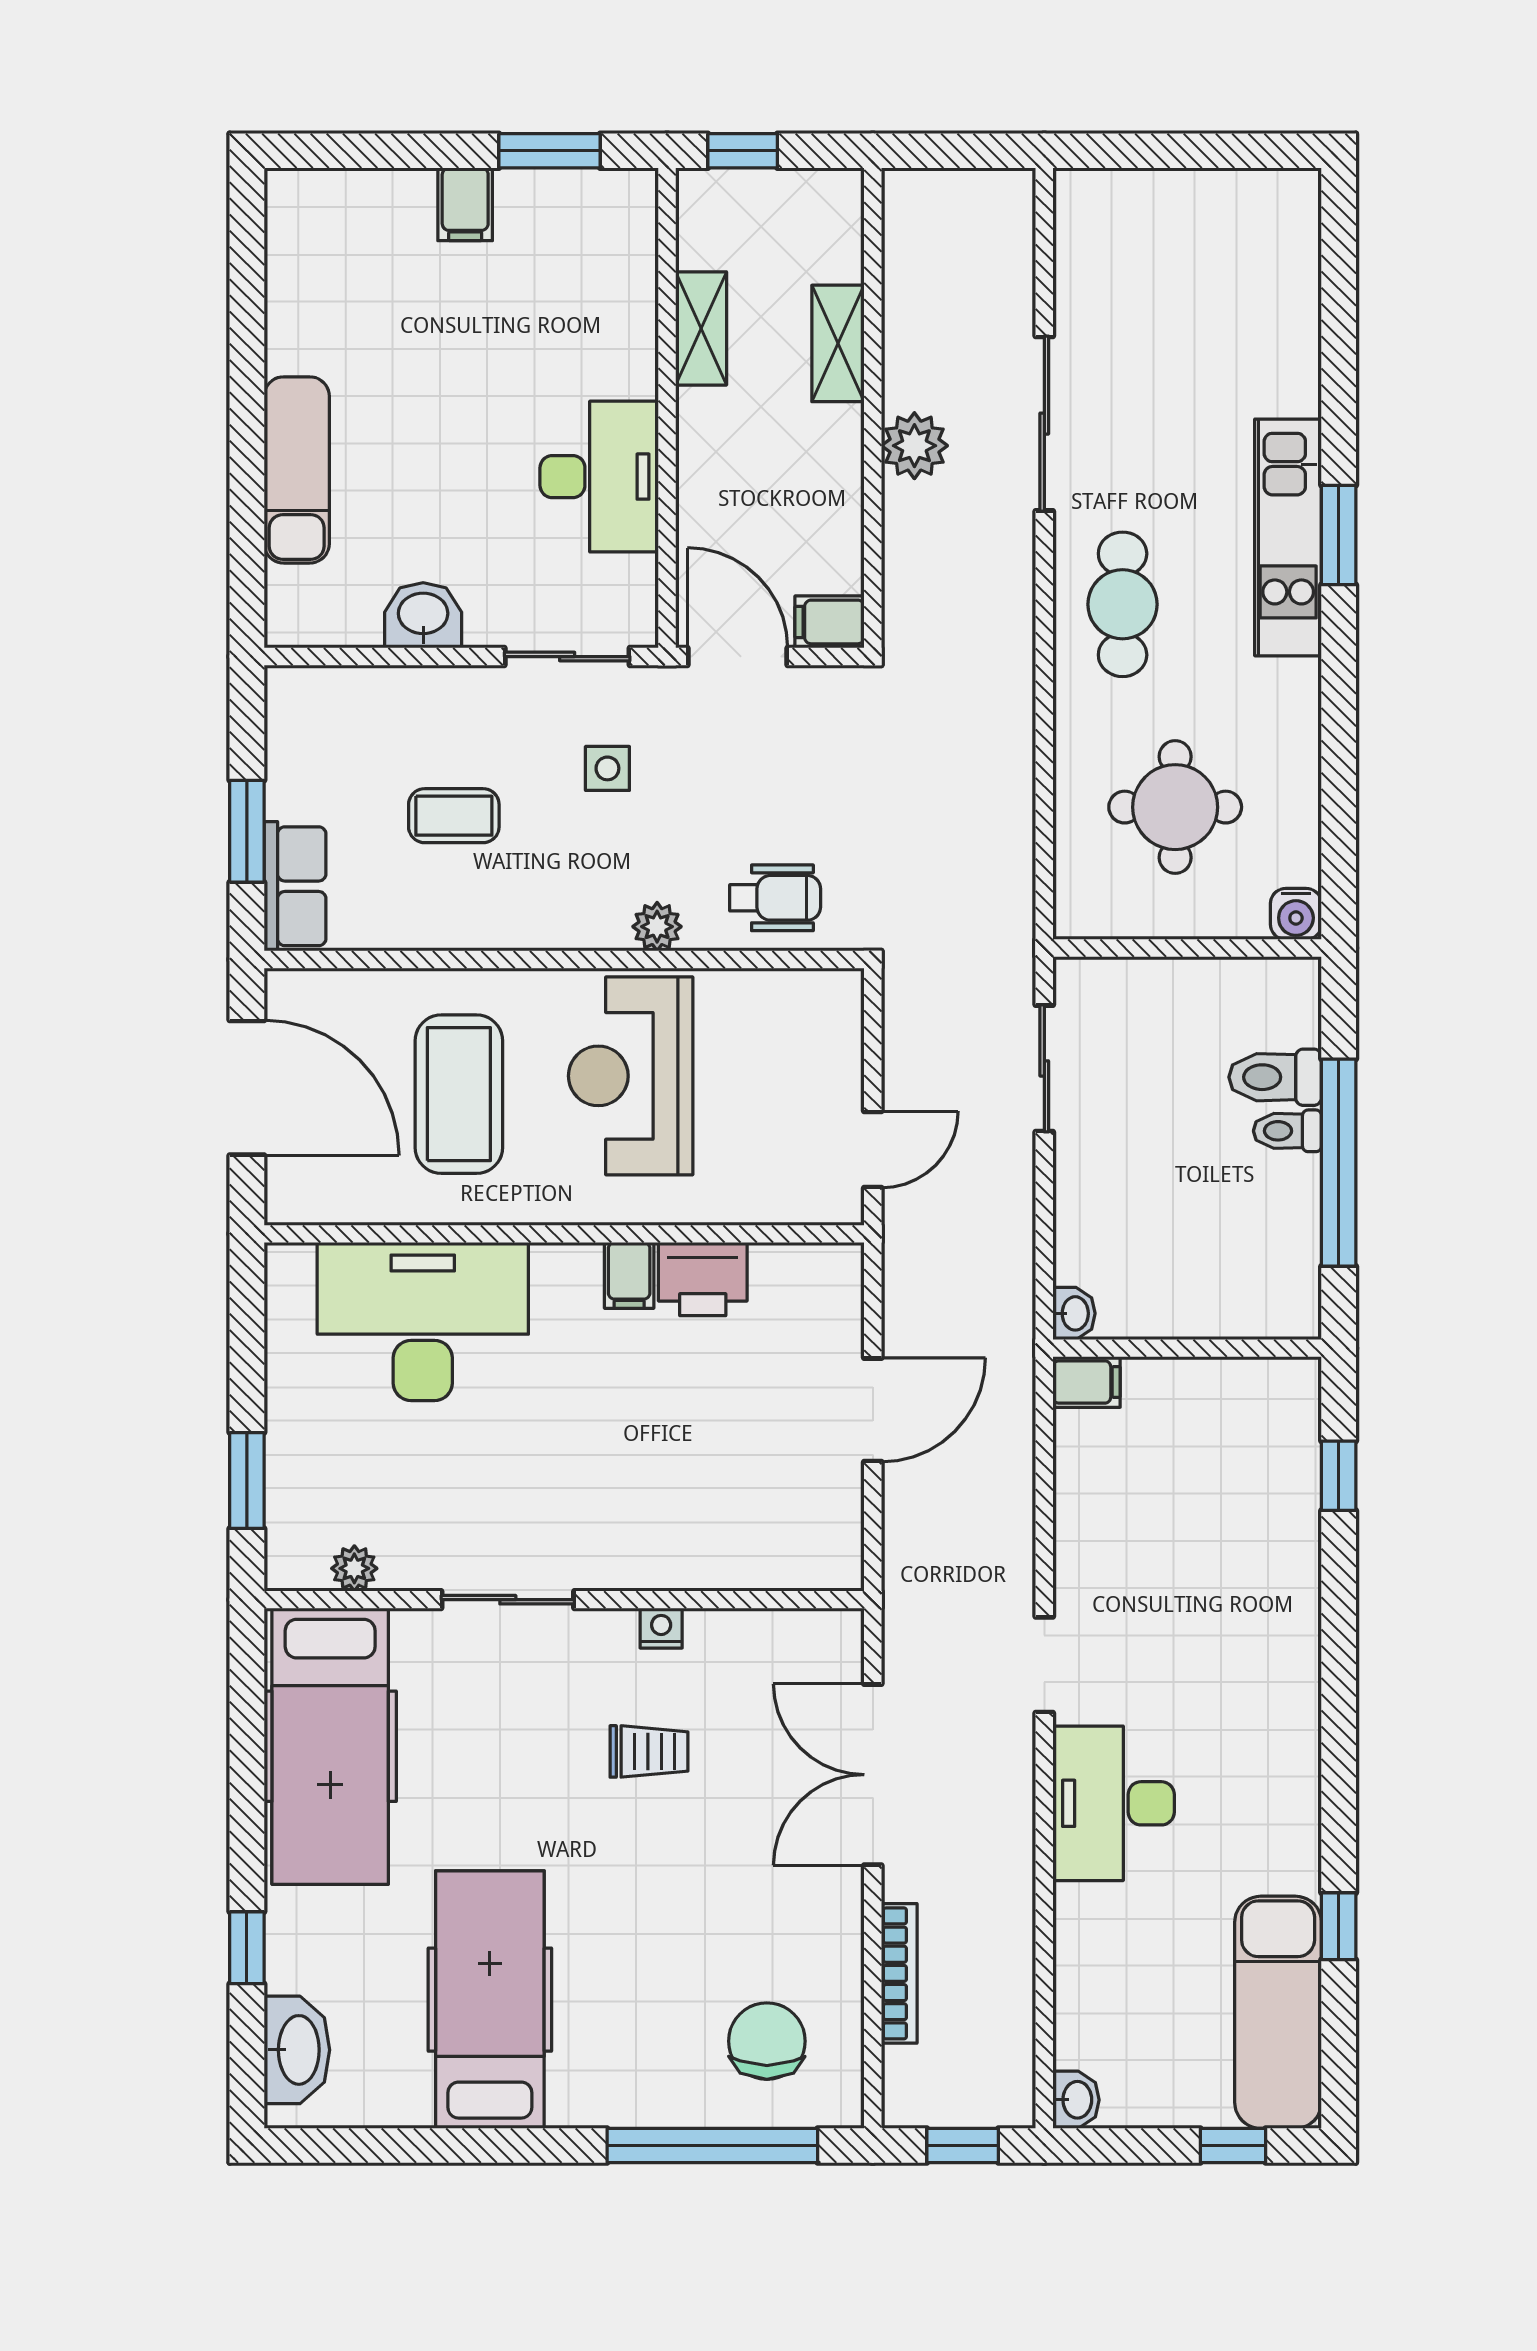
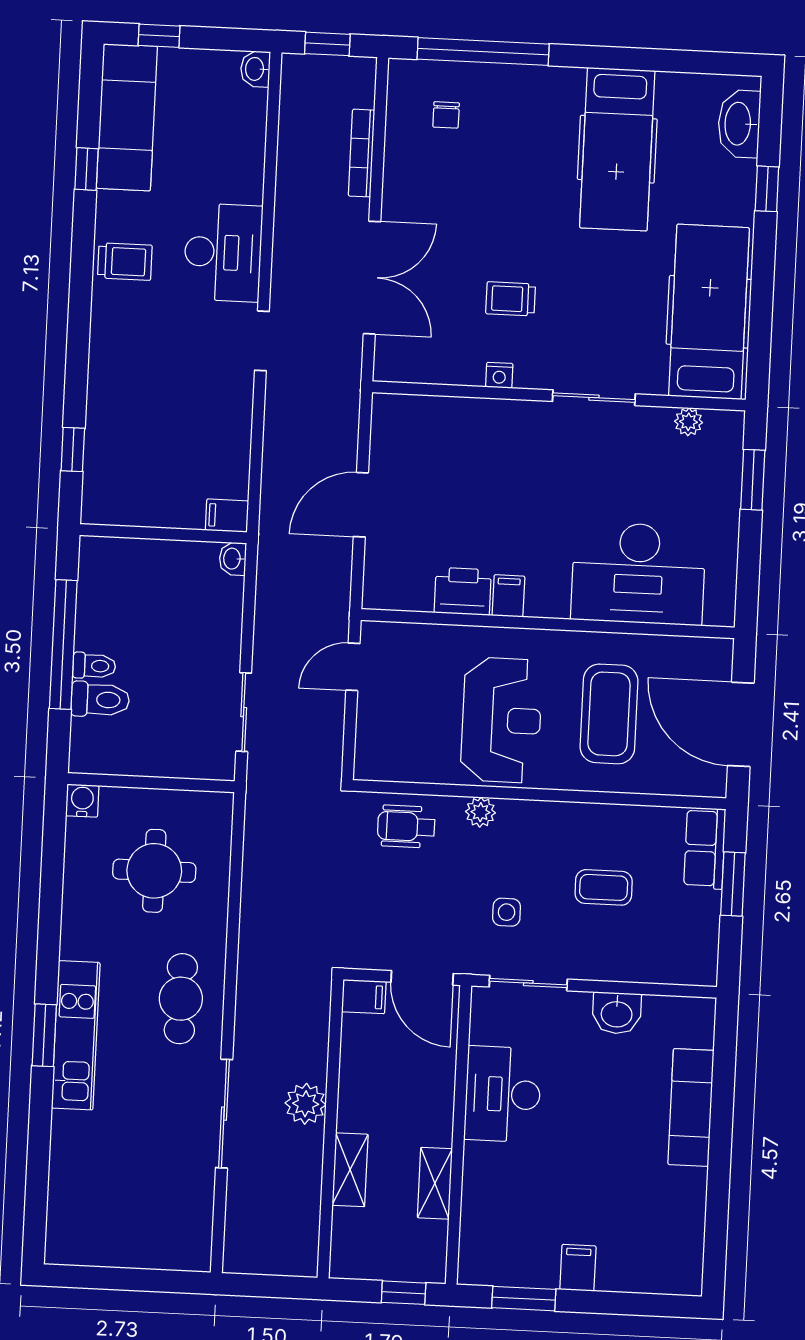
trolley: (1270, 1781) -> (125, 262), added
chair: (767, 2041) -> (446, 115), width x0.54, depth x0.54

